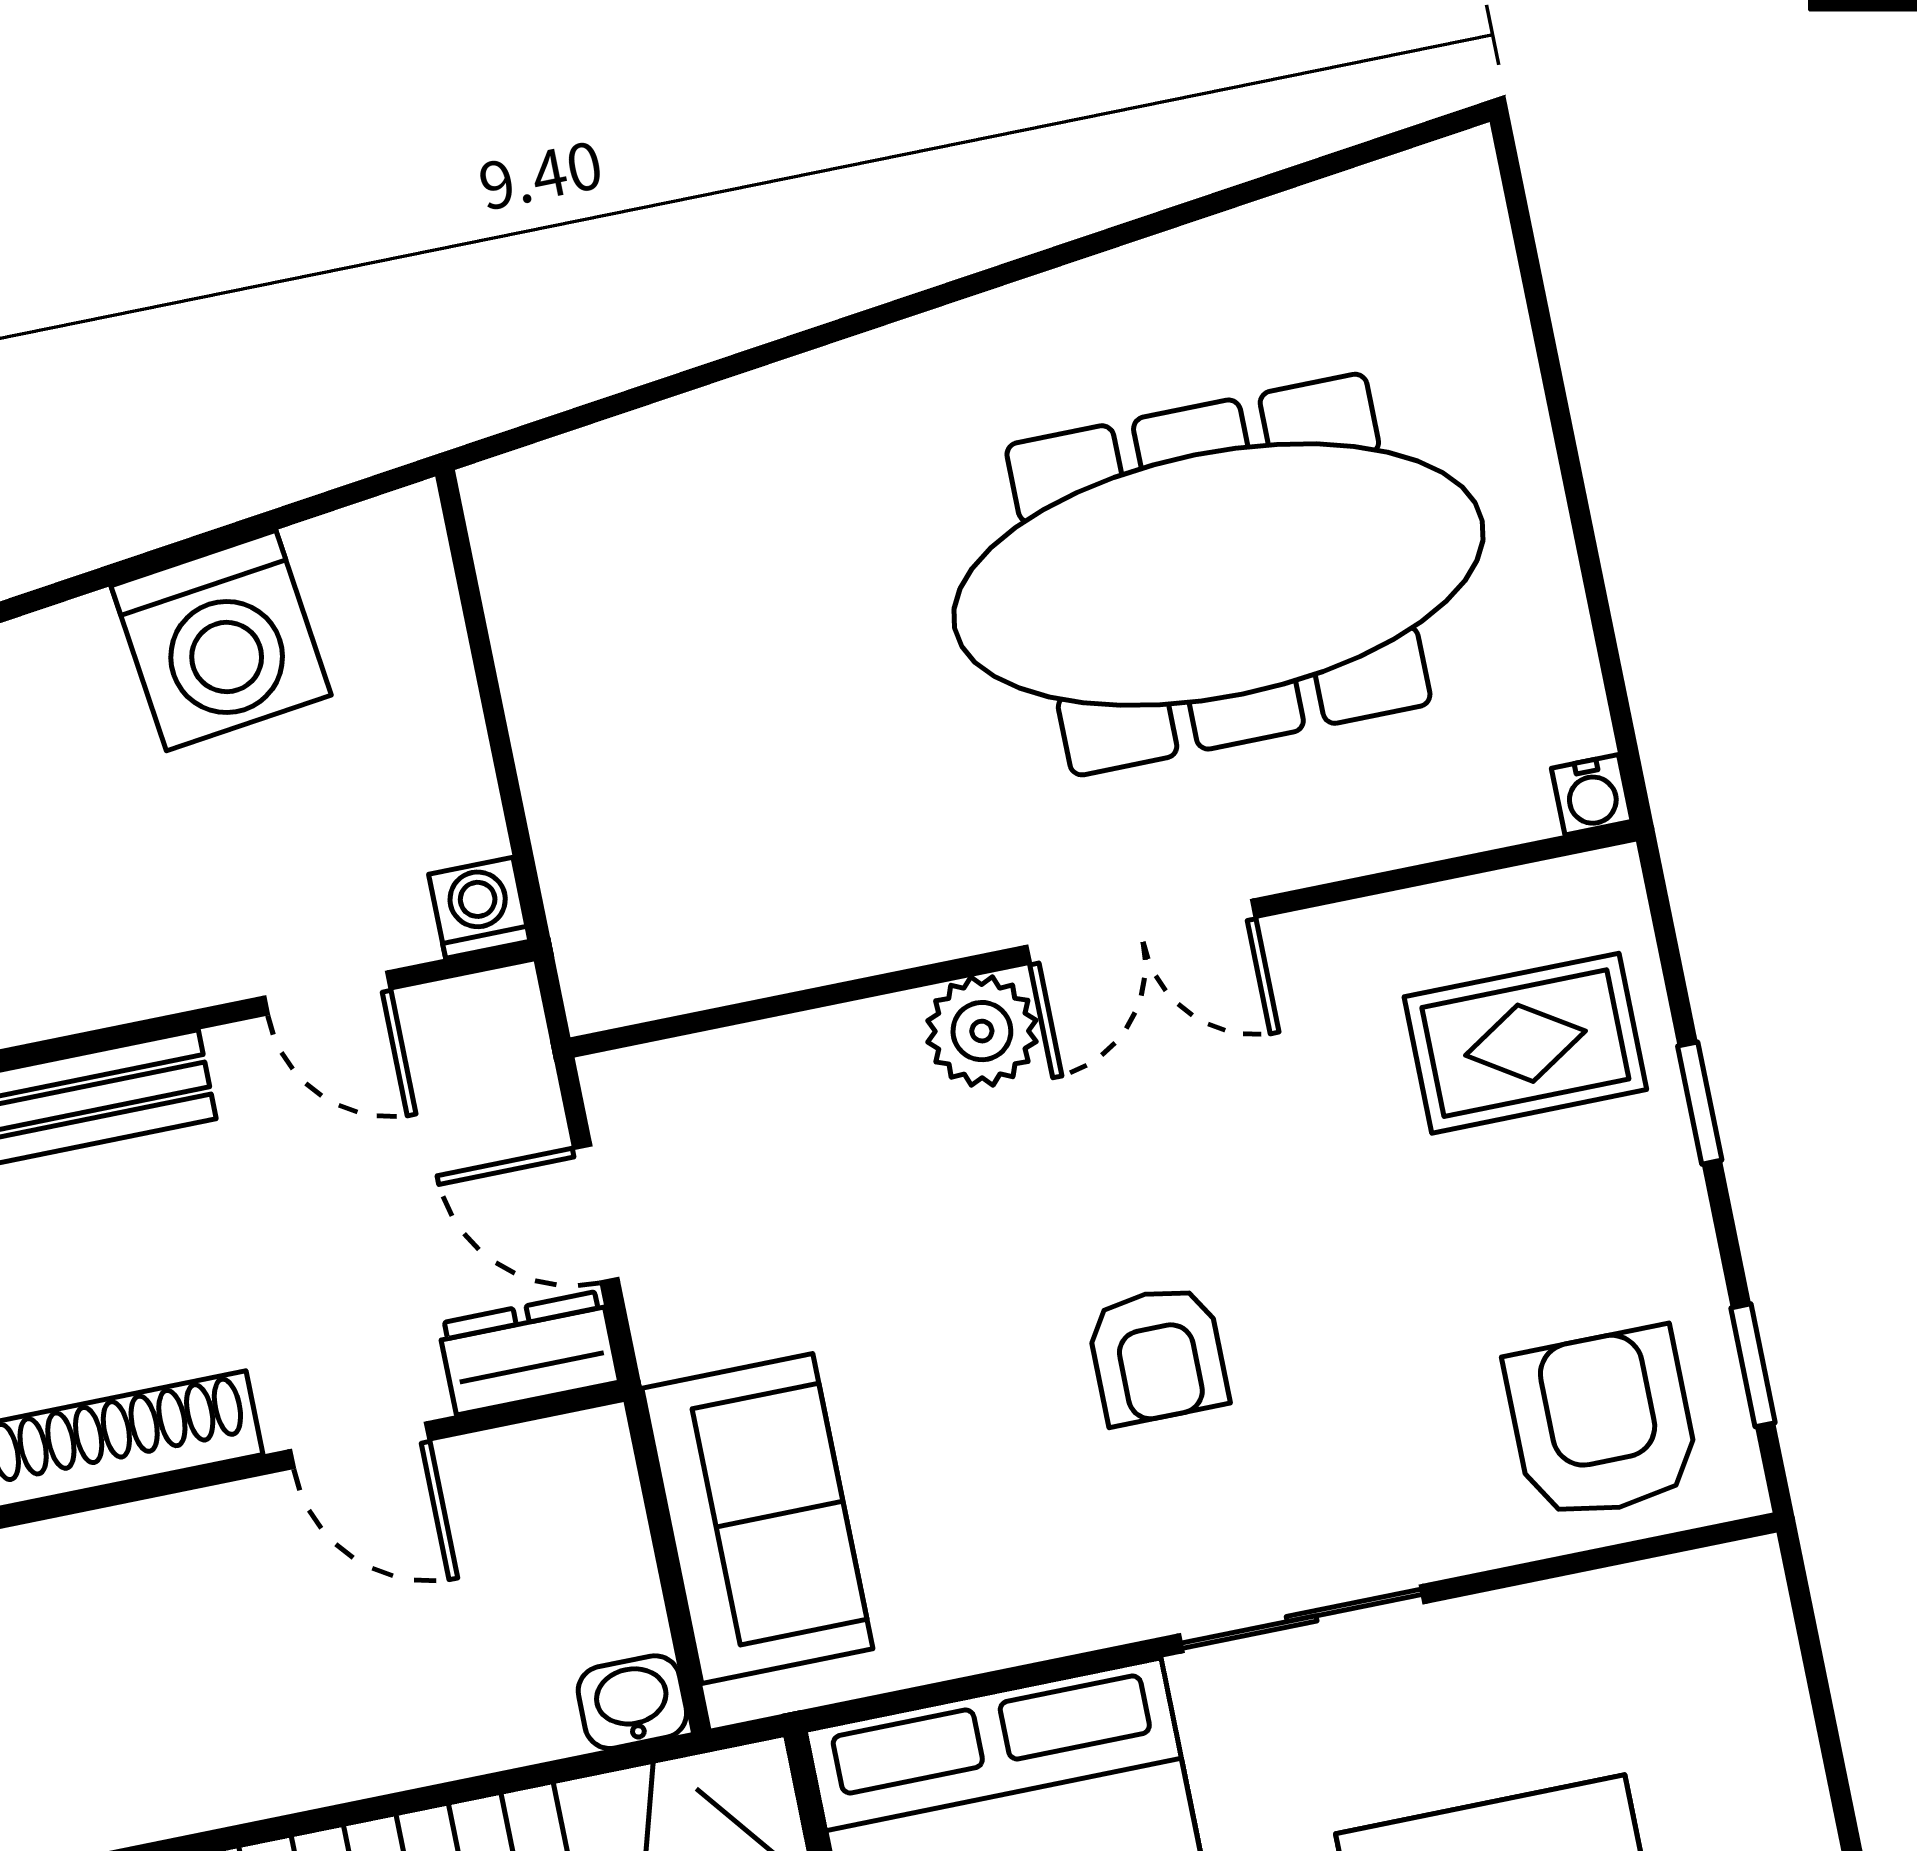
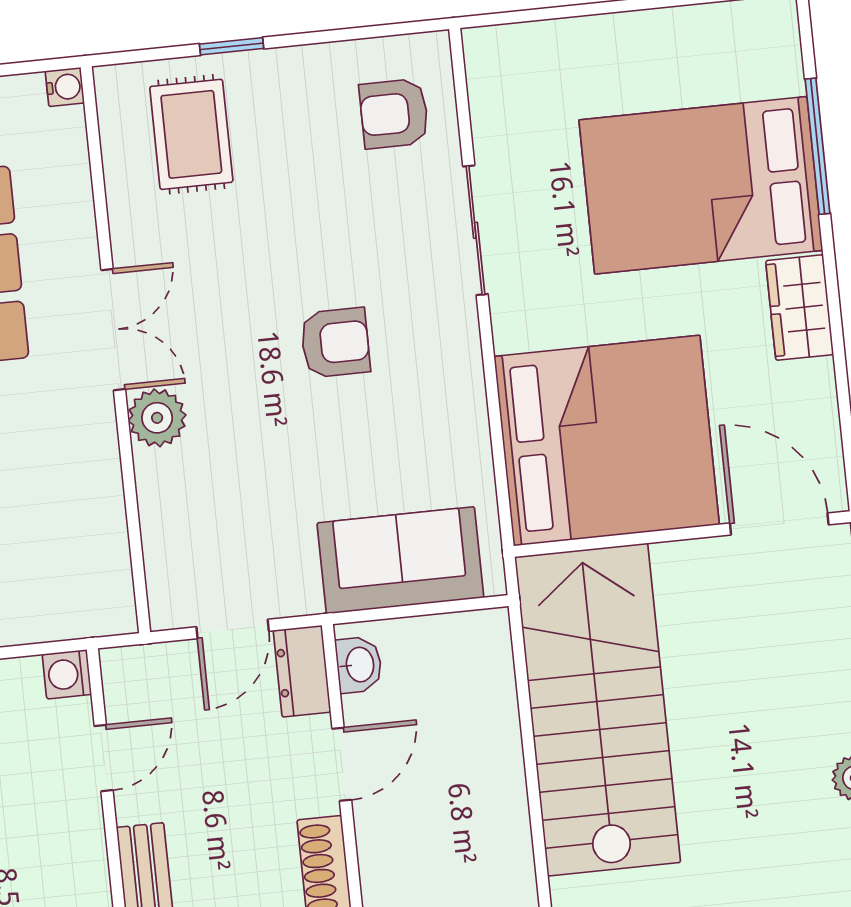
window: (1753, 1365) -> (371, 32), removed
armchair: (1602, 1424) -> (394, 114), width x0.72, depth x0.72
sliding door: (1302, 1619) -> (475, 230), moved
washbasin: (632, 1702) -> (359, 665), moved, turned 180

